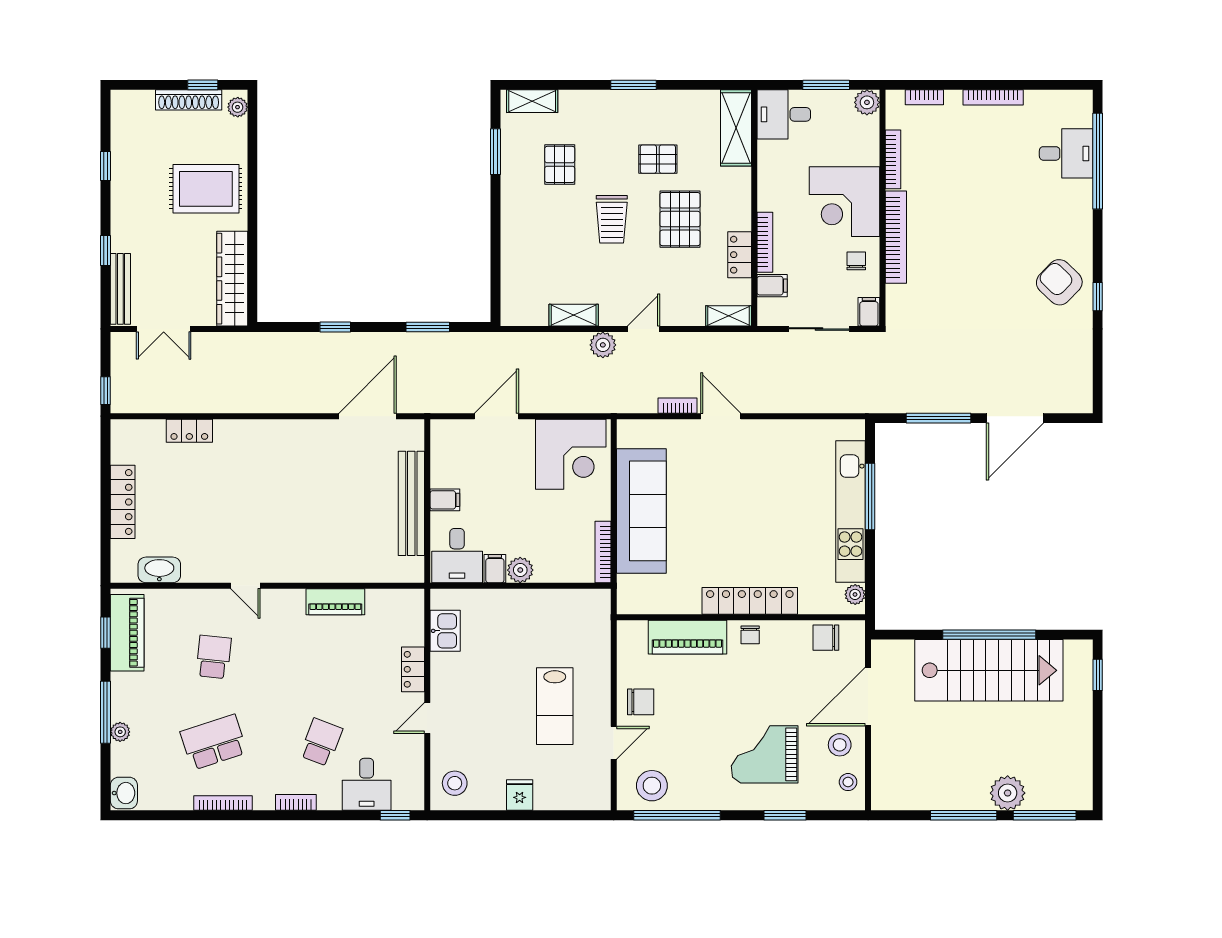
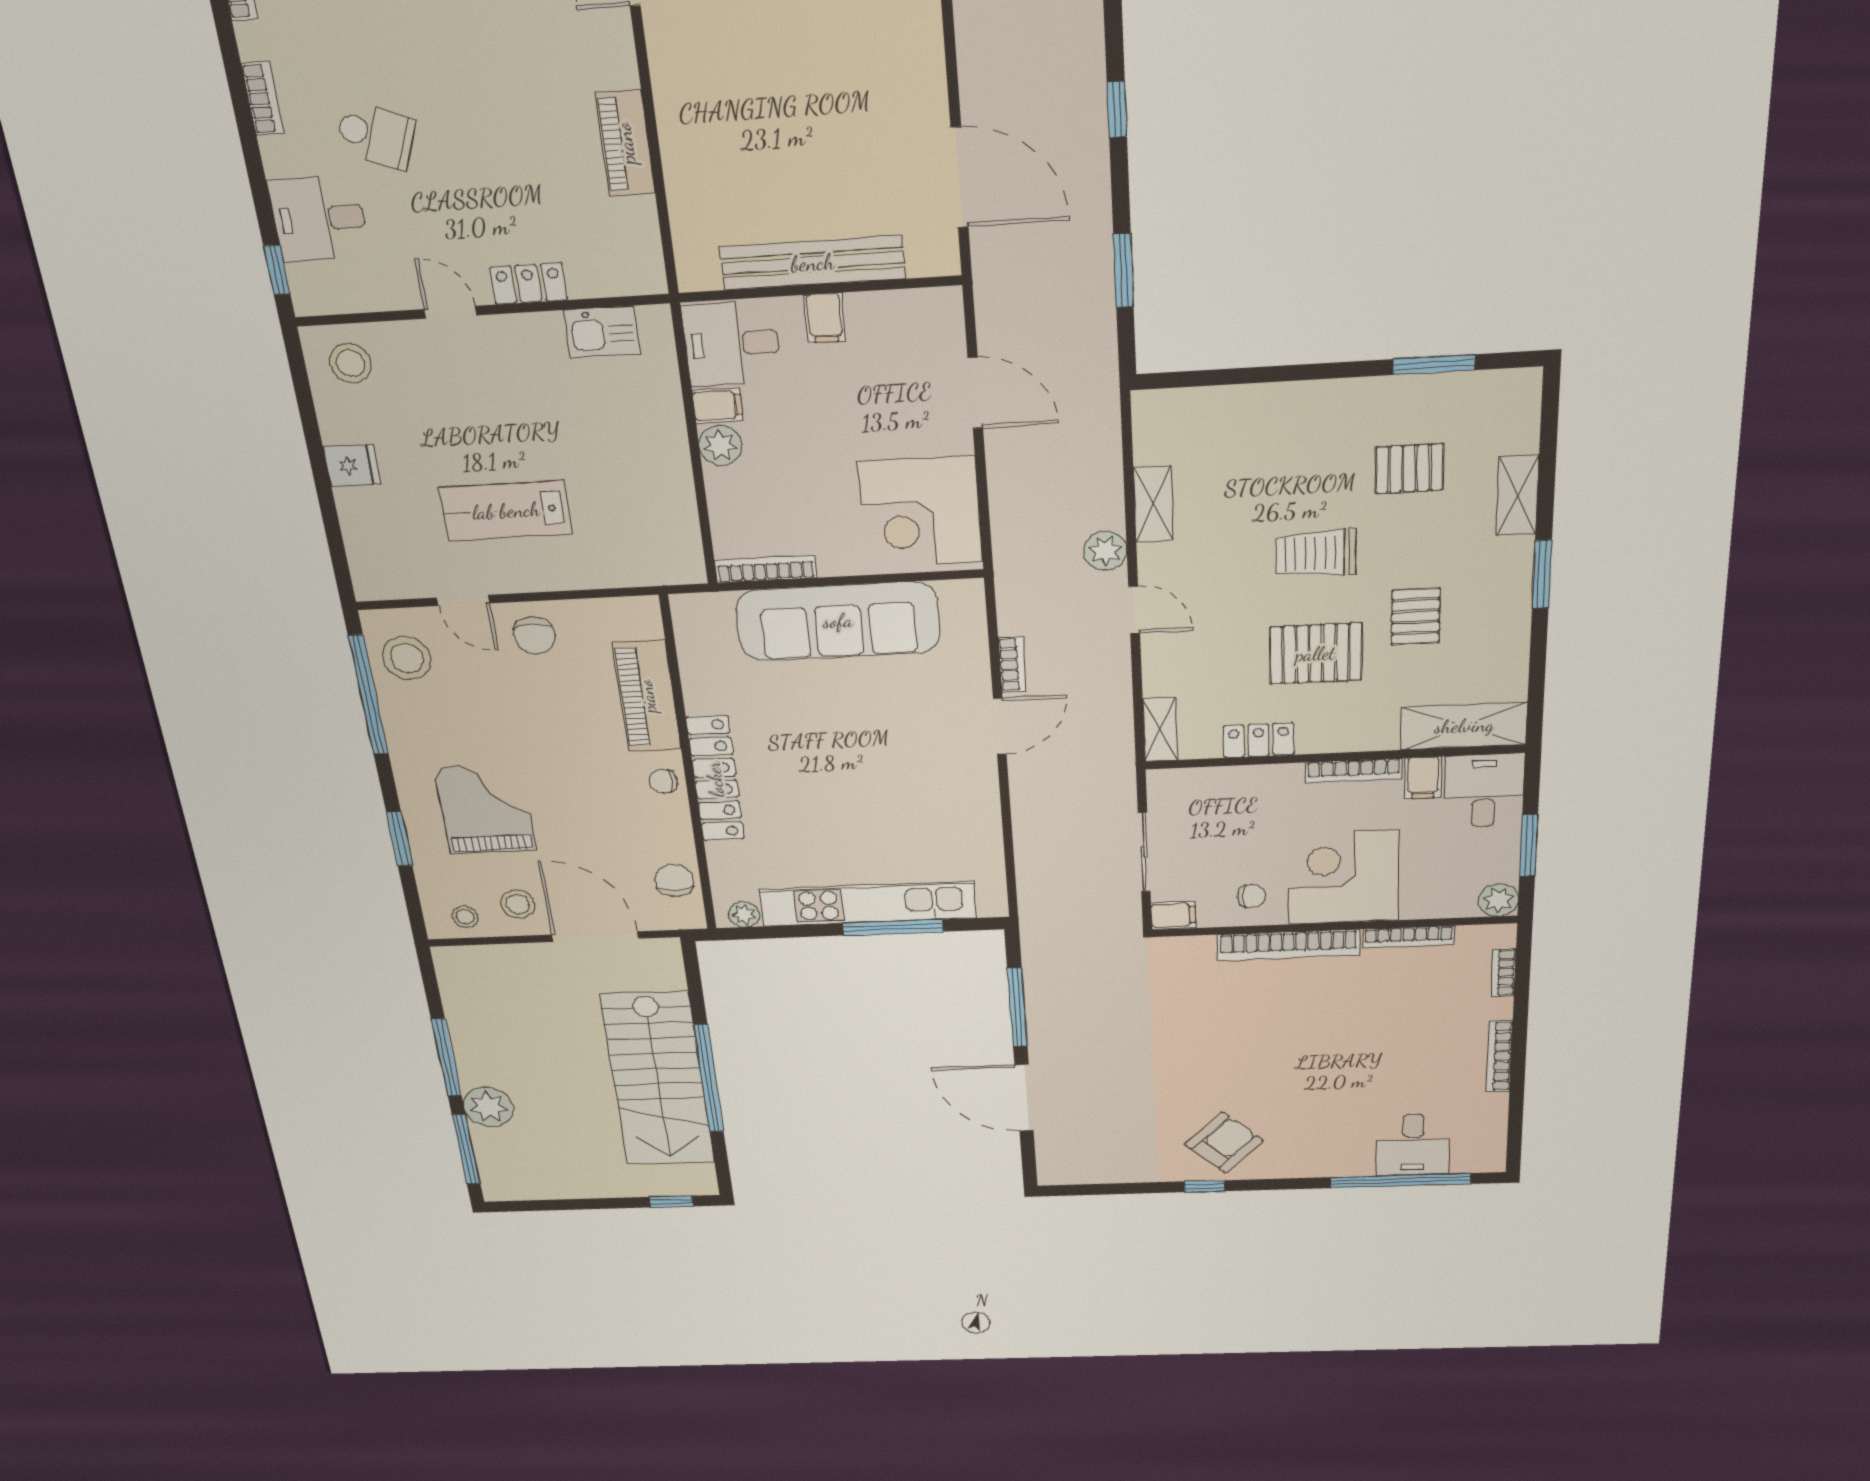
shelving: (532, 101) -> (1518, 495), moved
bookcase: (765, 242) -> (1354, 771), moved
filing cabinet: (772, 286) -> (1423, 778), moved

